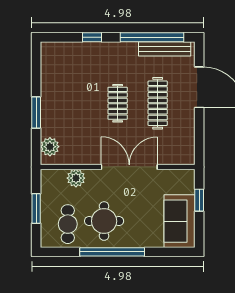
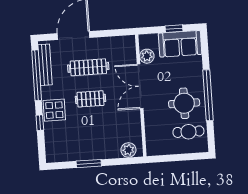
display table: (107, 57) -> (54, 110), added
window: (36, 112) -> (89, 164), moved
plant: (76, 178) -> (147, 56), moved
window: (199, 200) -> (174, 29), moved
window: (36, 208) -> (178, 157), removed

